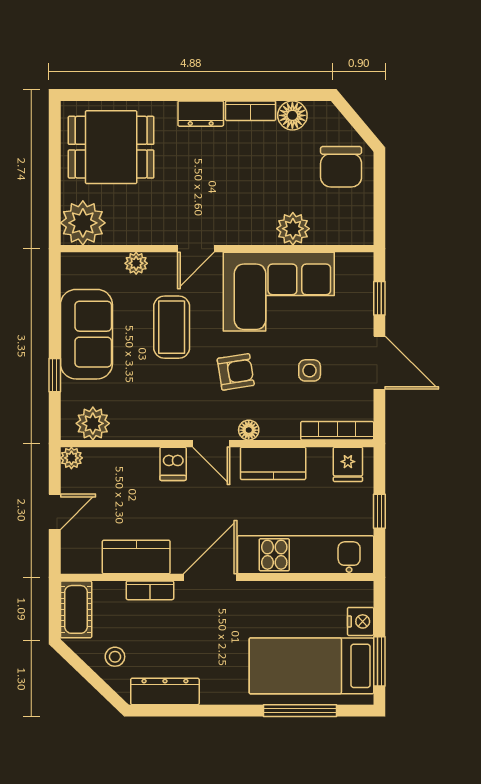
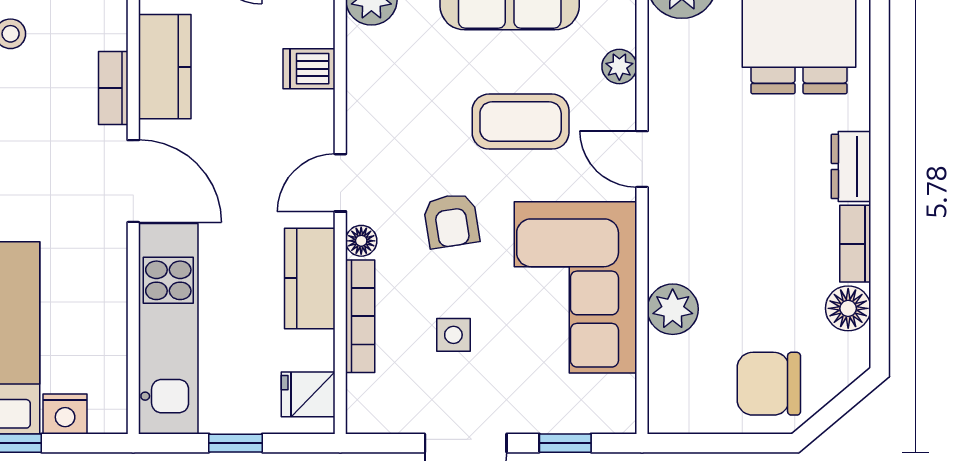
bookcase: (337, 431) -> (360, 316), moved
dishwasher: (173, 464) -> (309, 69), moved

